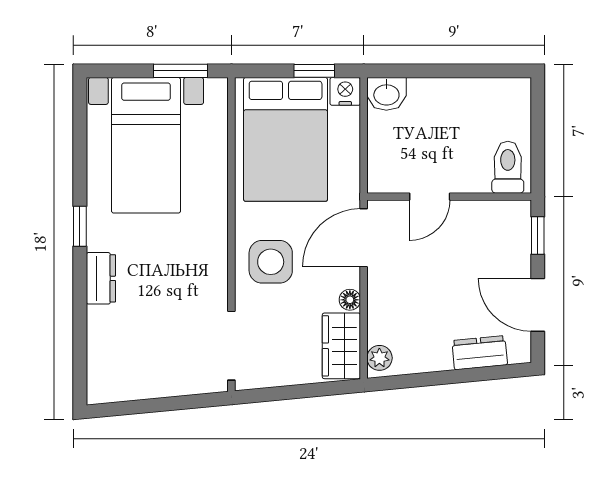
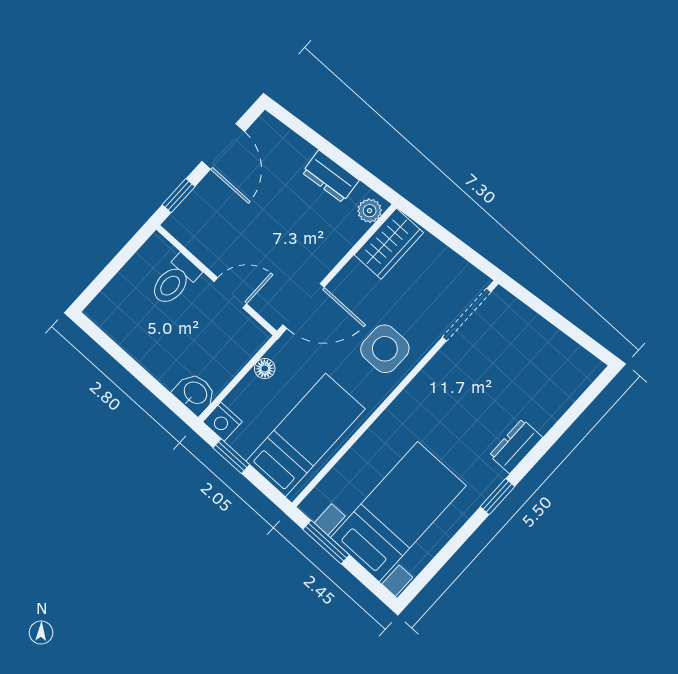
bed: (286, 139) -> (306, 435), width x0.67
toilet: (508, 167) -> (175, 280), moved
floor lamp: (350, 300) -> (265, 369), moved
dresser: (480, 353) -> (331, 176), moved

